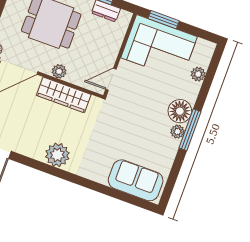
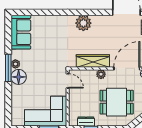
plant: (198, 74) -> (16, 104), removed
door: (111, 79) -> (68, 81), hinge flipped
sofa: (136, 180) -> (21, 32), moved, turned -90

